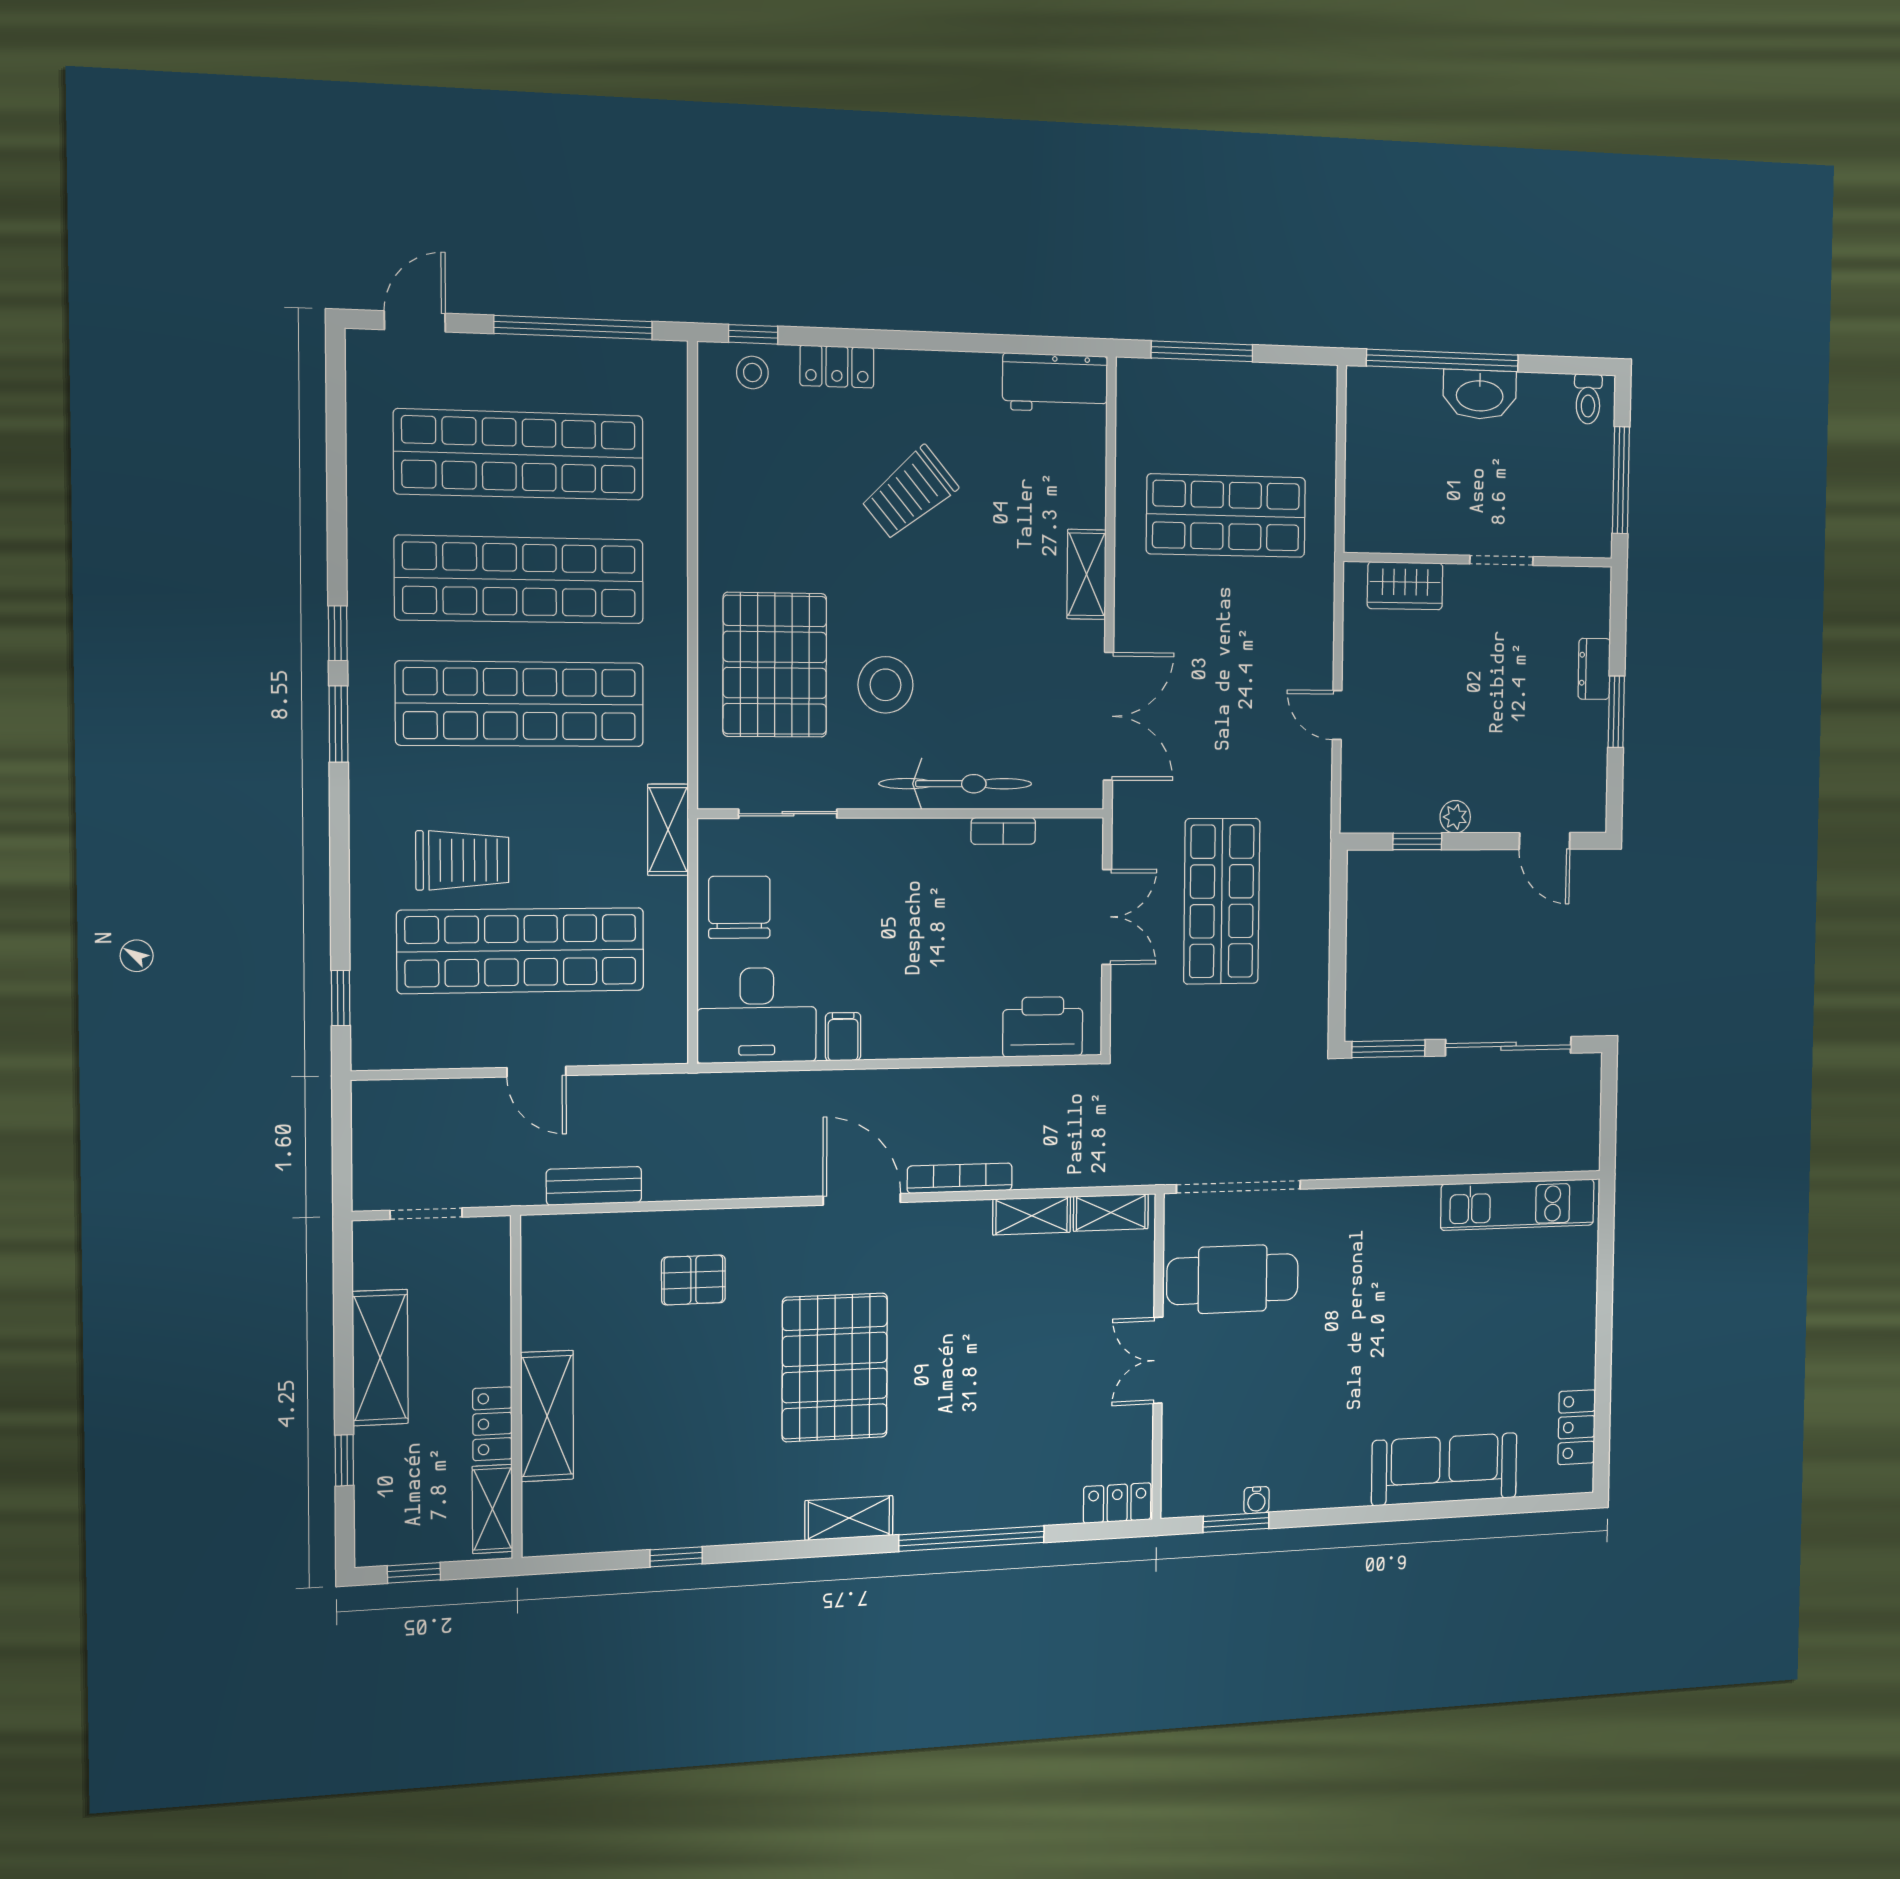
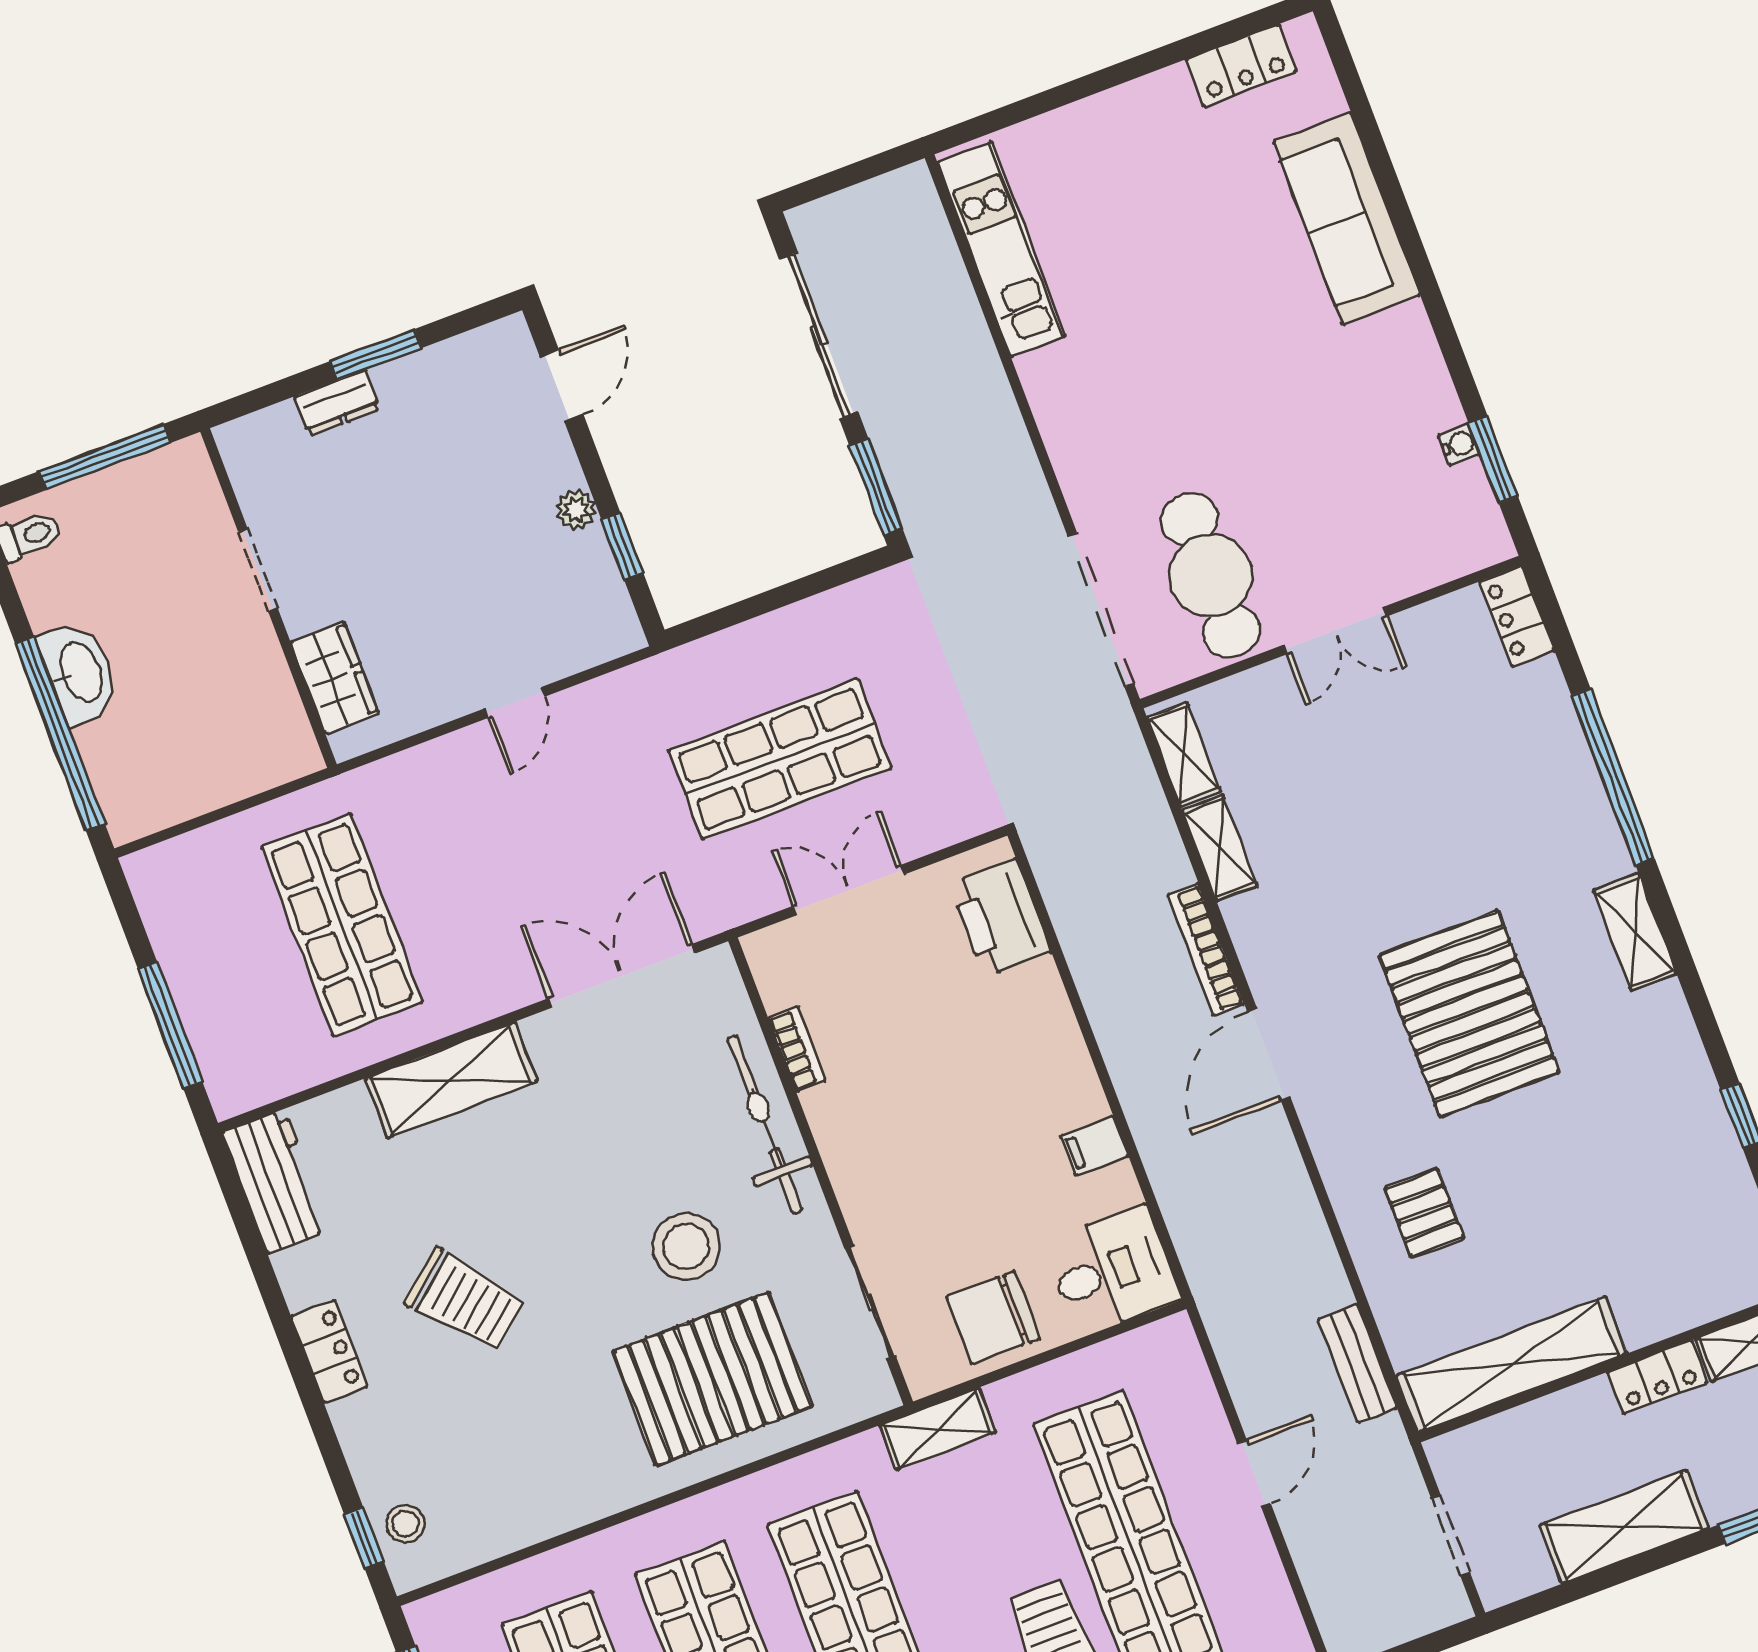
locker: (837, 367) -> (329, 1351), moved
shelving: (1087, 574) -> (451, 1080), width x1.50, depth x1.33
desk: (757, 1015) -> (1112, 1271), width x0.73
pallet: (835, 1367) -> (1469, 1014), turned 90
shelving: (547, 1416) -> (1511, 1365), moved, width x1.47

